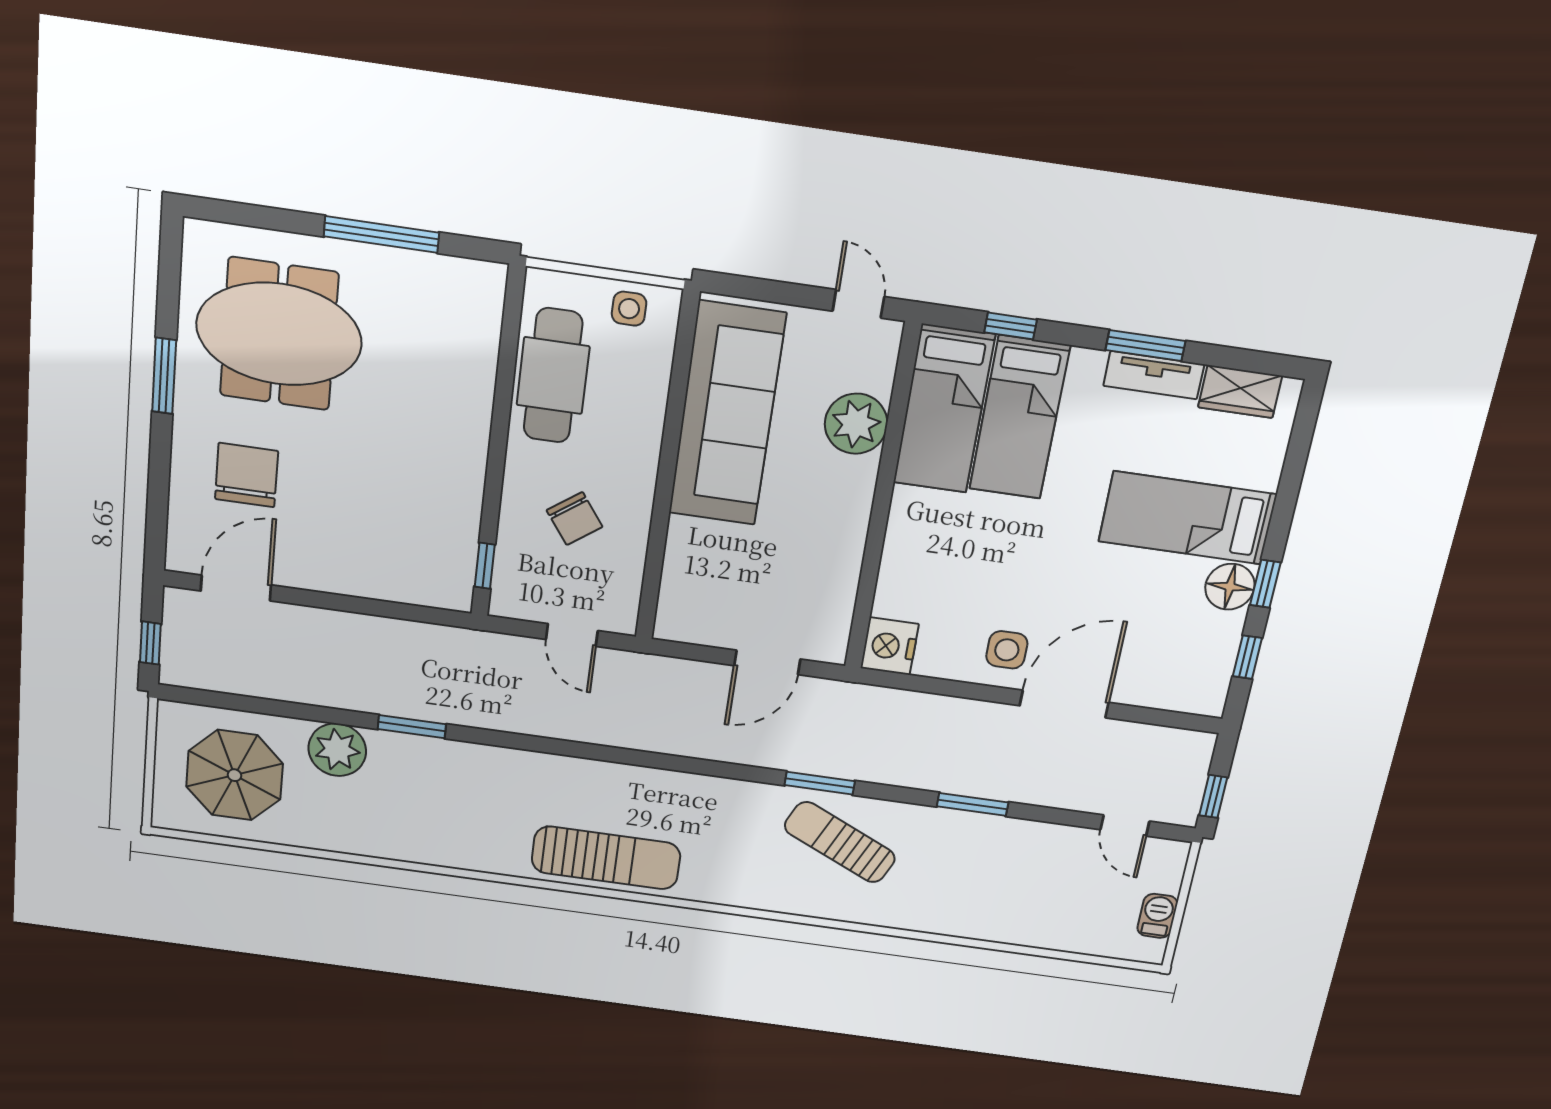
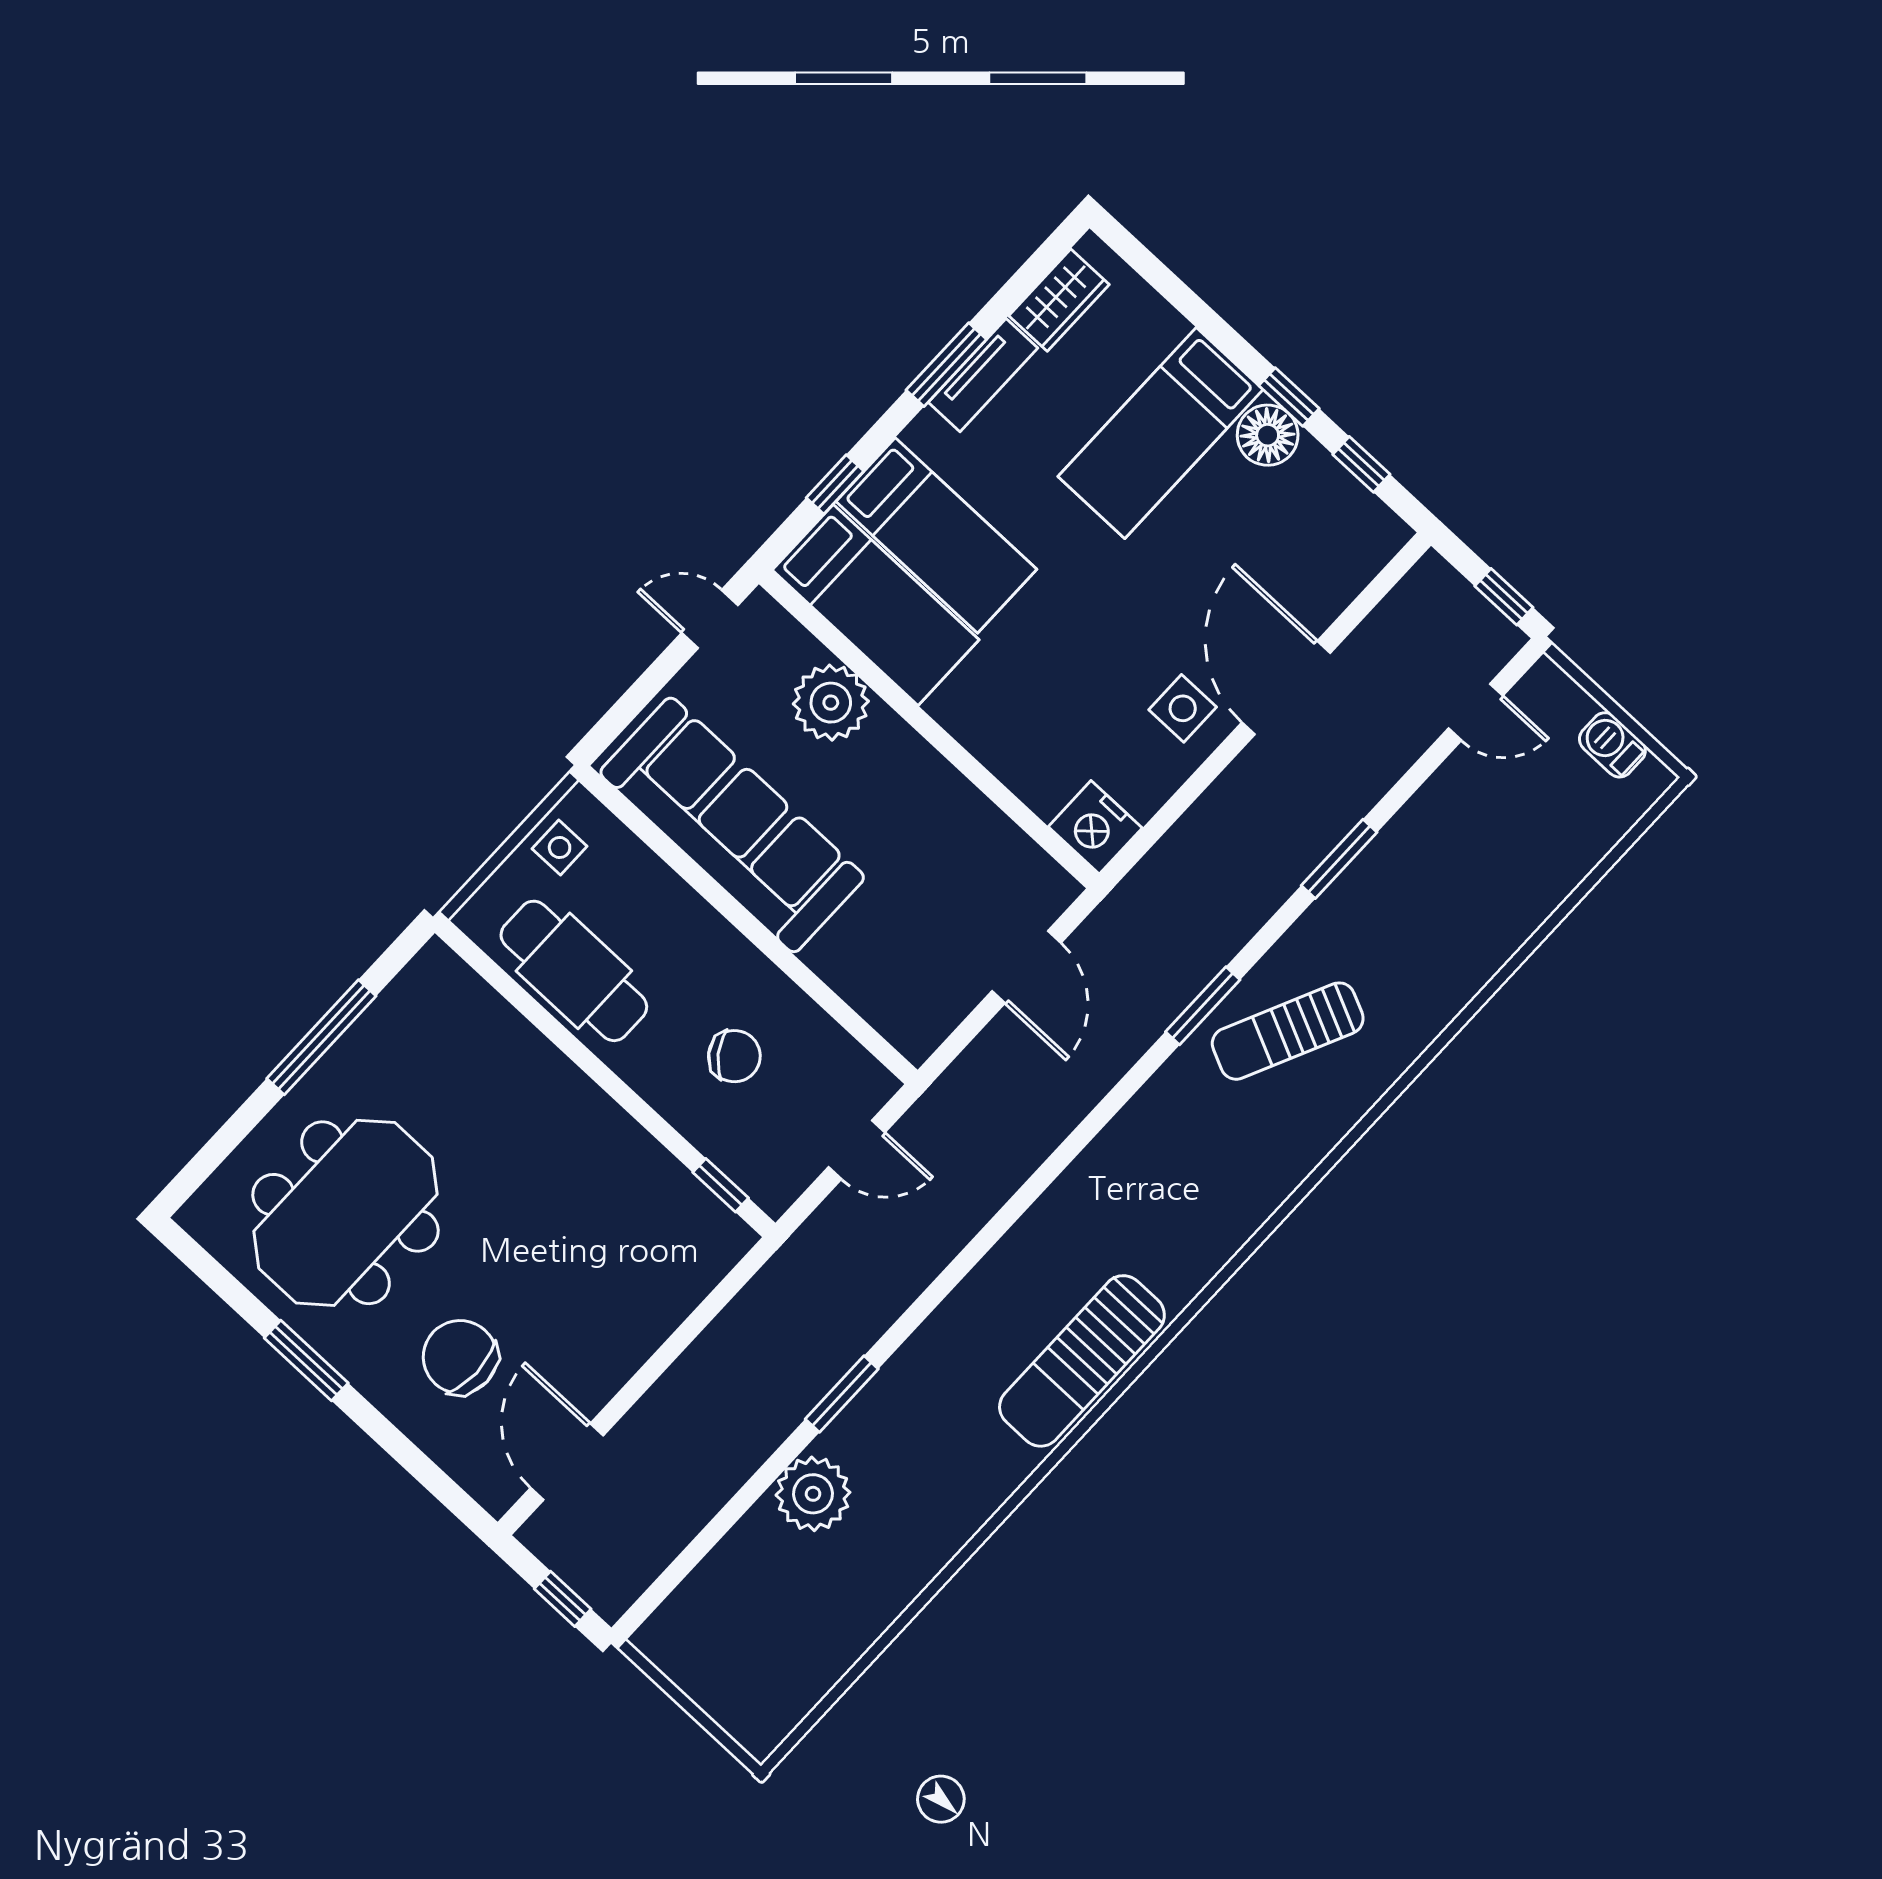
parasol: (235, 775) -> (766, 1627), removed
sun lounger: (606, 858) -> (1082, 1361), moved, turned 180

